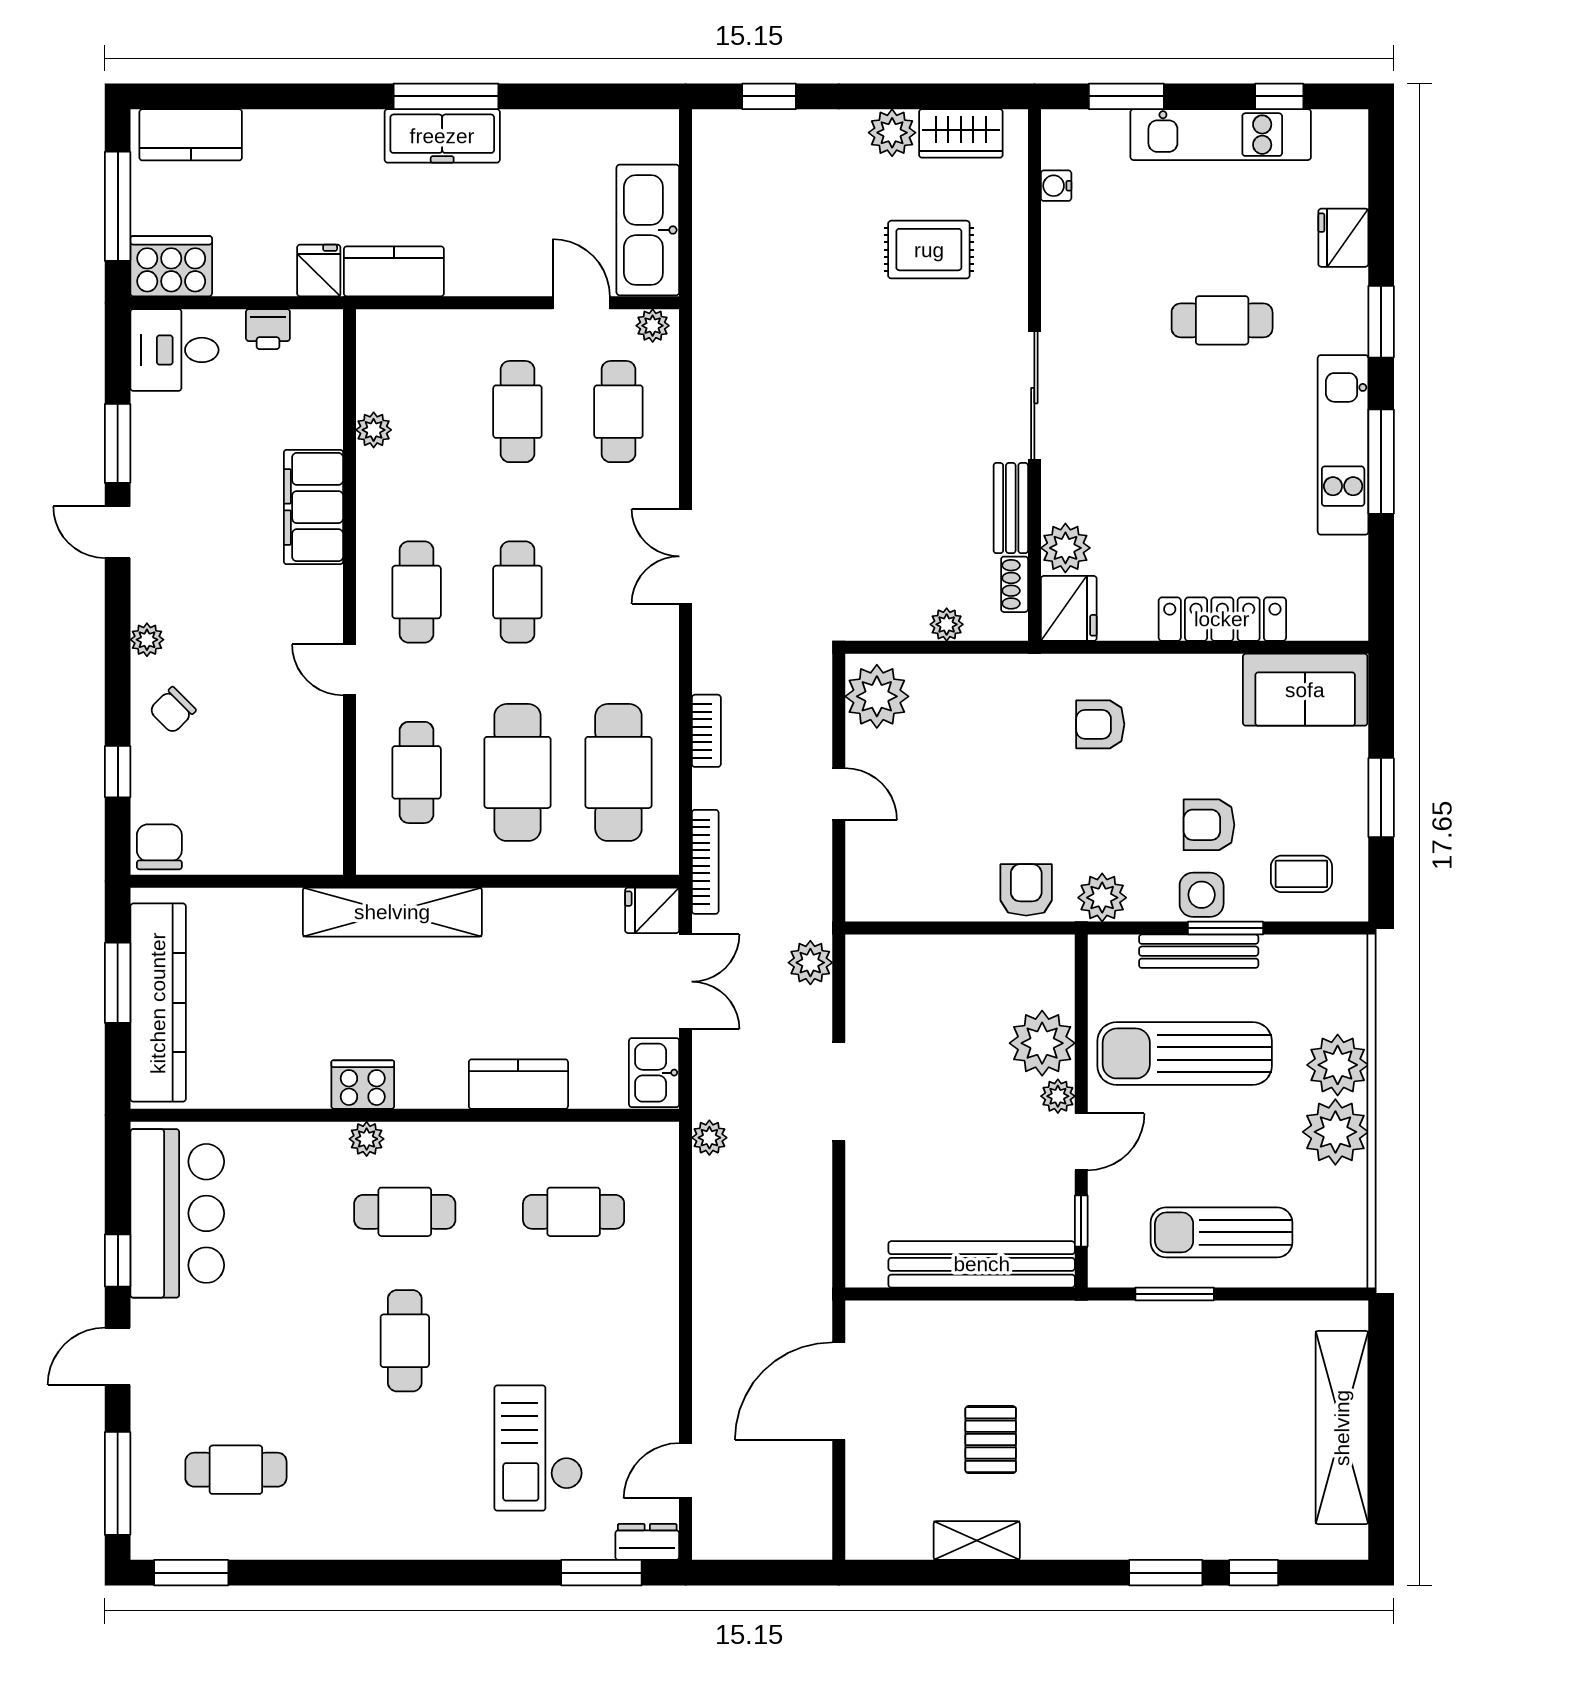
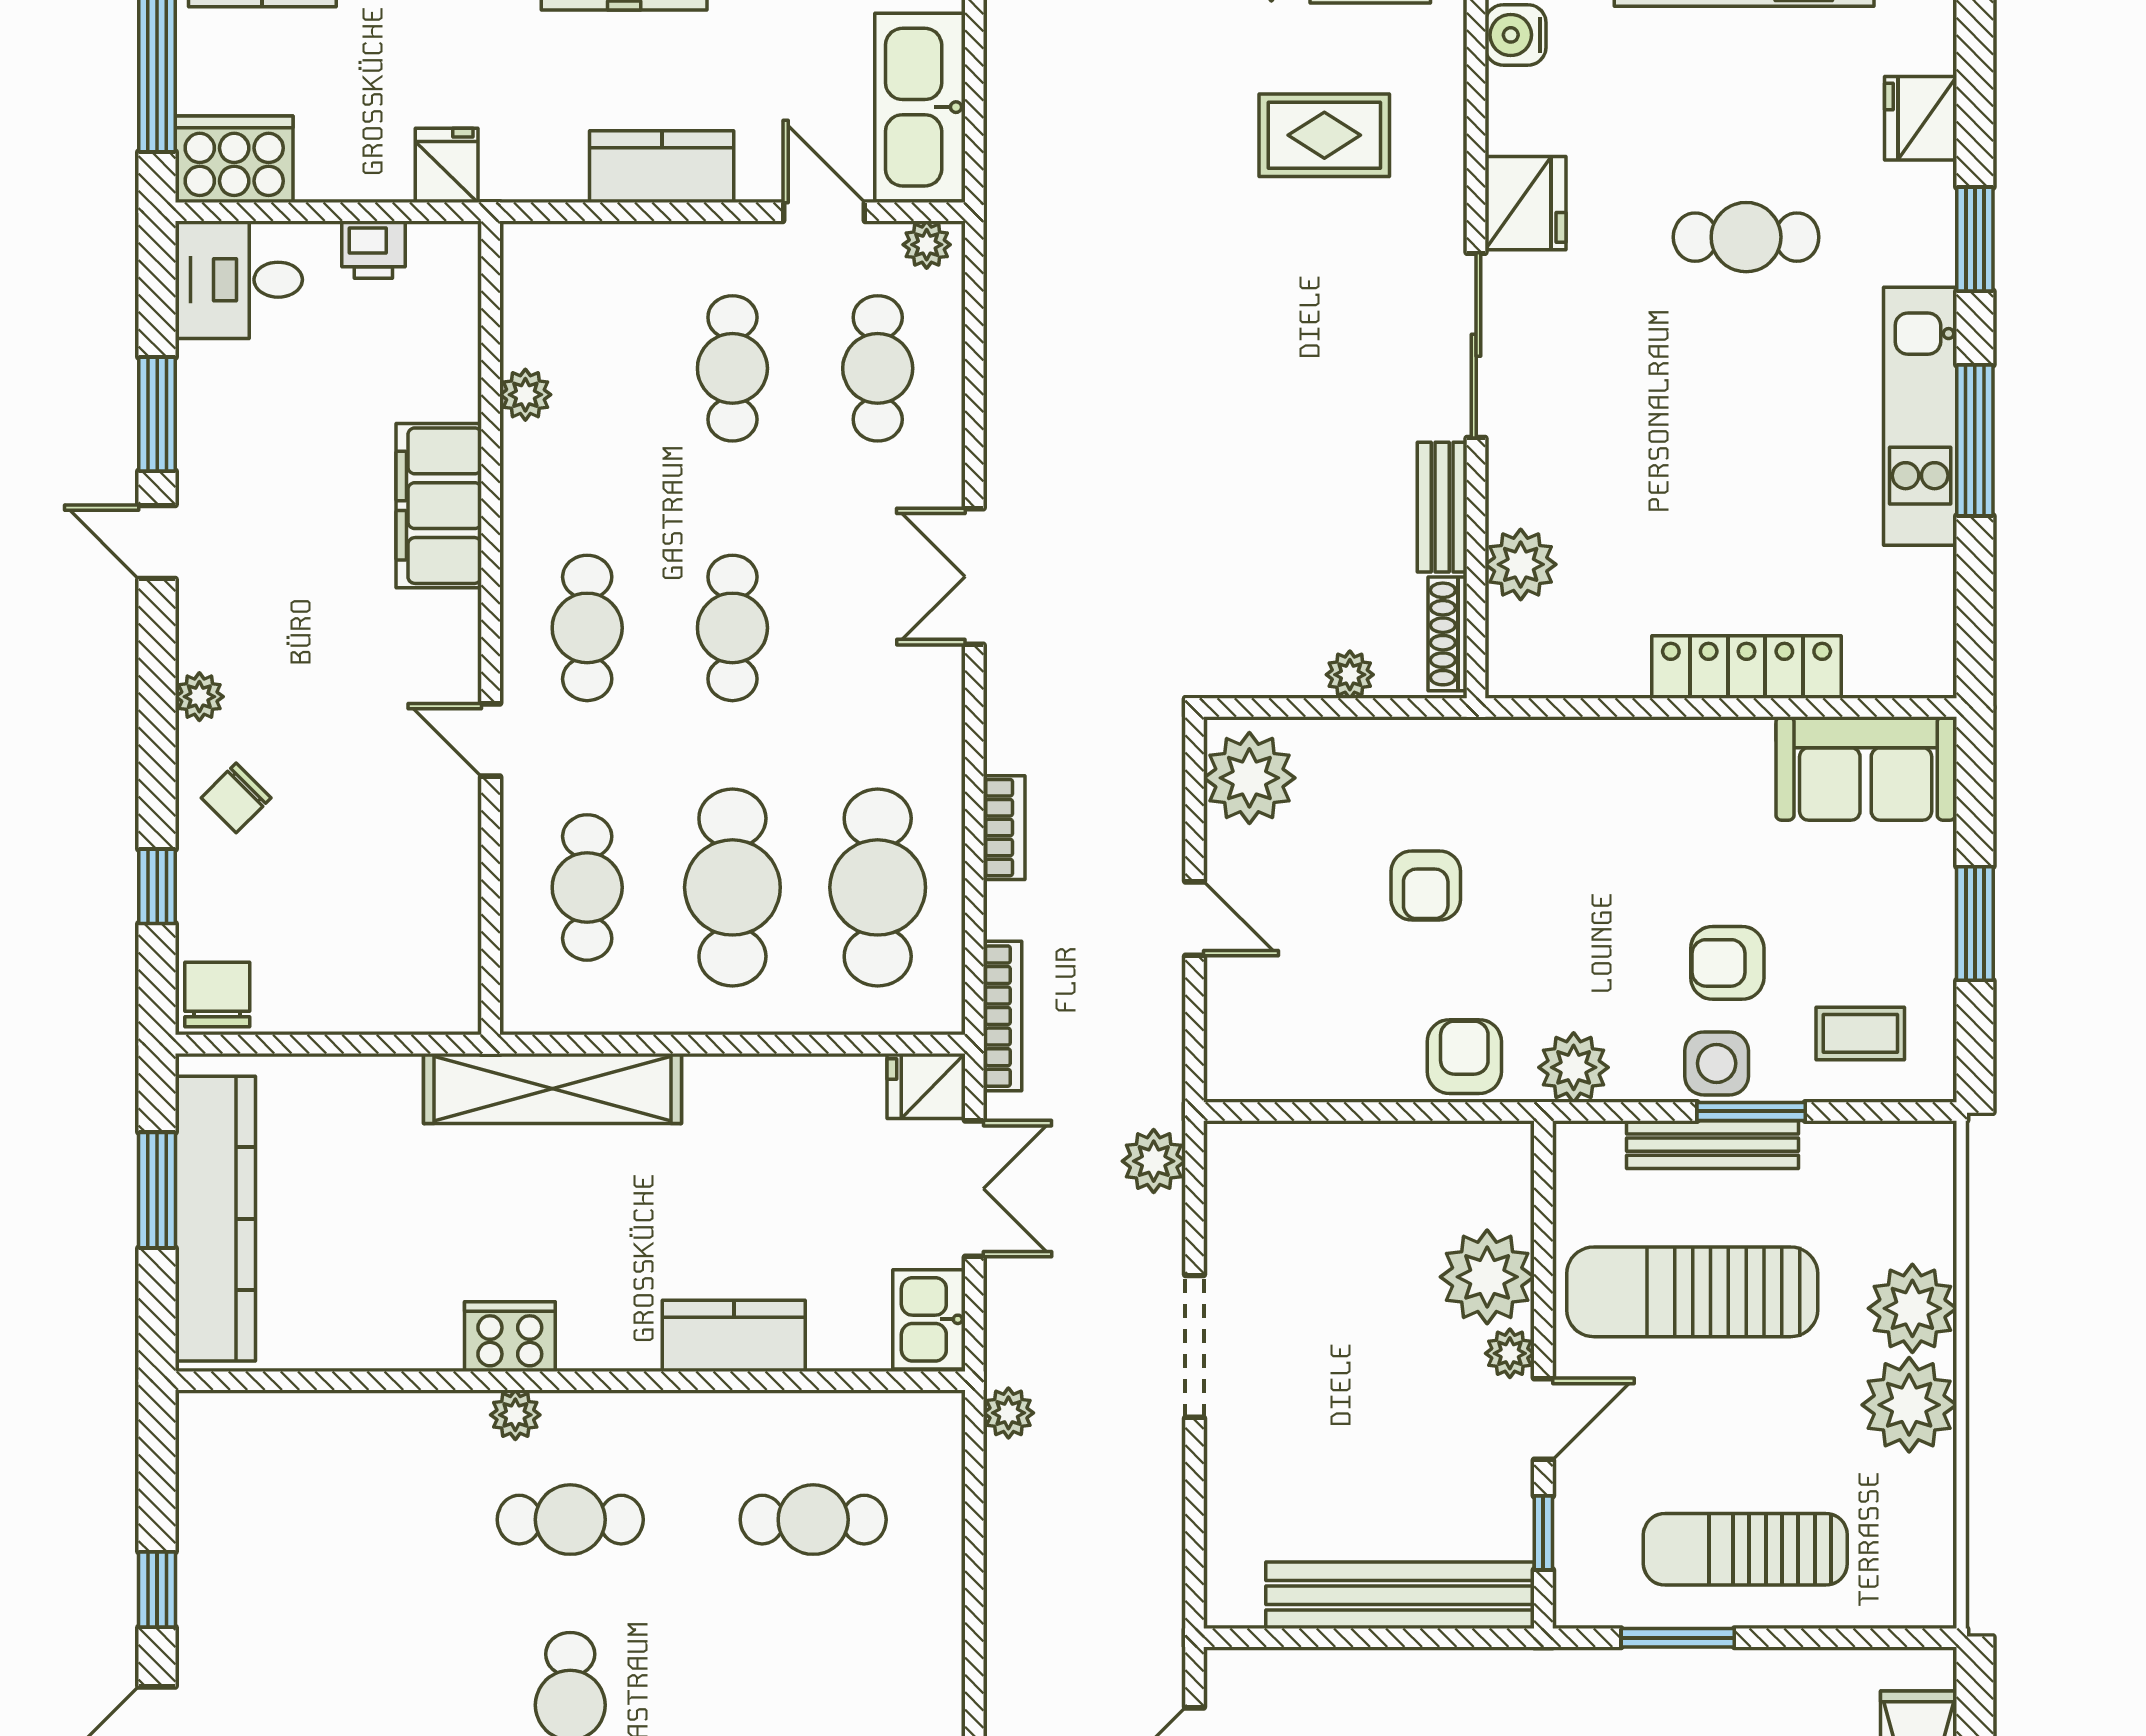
water cooler: (1056, 186) -> (1516, 35), width x1.38, depth x1.38
kitchen counter: (394, 271) -> (662, 167), moved
shoe rack: (1015, 584) -> (1448, 634), width x1.43
fridge: (1069, 608) -> (1526, 203), moved
armchair: (1100, 724) -> (1426, 885), moved, turned -90
bar counter: (177, 1213) -> (243, 1522), removed

